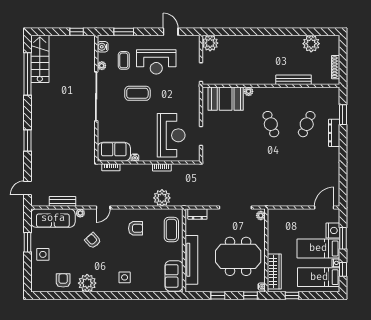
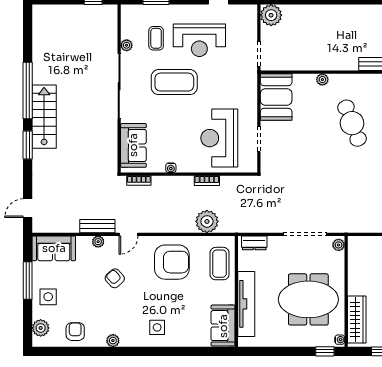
water cooler: (103, 47) -> (128, 20), removed
stairs: (40, 59) -> (44, 117), moved
window: (27, 74) -> (28, 90), moved
coffee table: (137, 93) -> (174, 82), width x1.36, depth x1.32
booth: (226, 99) -> (276, 97), moved, turned 90
cafe table: (271, 124) -> (352, 123), width x1.37, depth x1.35
reception desk: (171, 135) -> (219, 138), turned 180
sofa: (114, 152) -> (133, 145), moved, turned 90
bench: (62, 201) -> (97, 226), moved
sofa: (53, 218) -> (54, 248), width x0.73
armchair: (136, 228) -> (172, 262), width x1.88, depth x1.88
window: (27, 242) -> (28, 280), width x1.44
plant: (37, 278) -> (41, 328), added
plant: (87, 283) -> (113, 341), width x0.53, depth x0.53
window: (218, 295) -> (282, 351), removed

